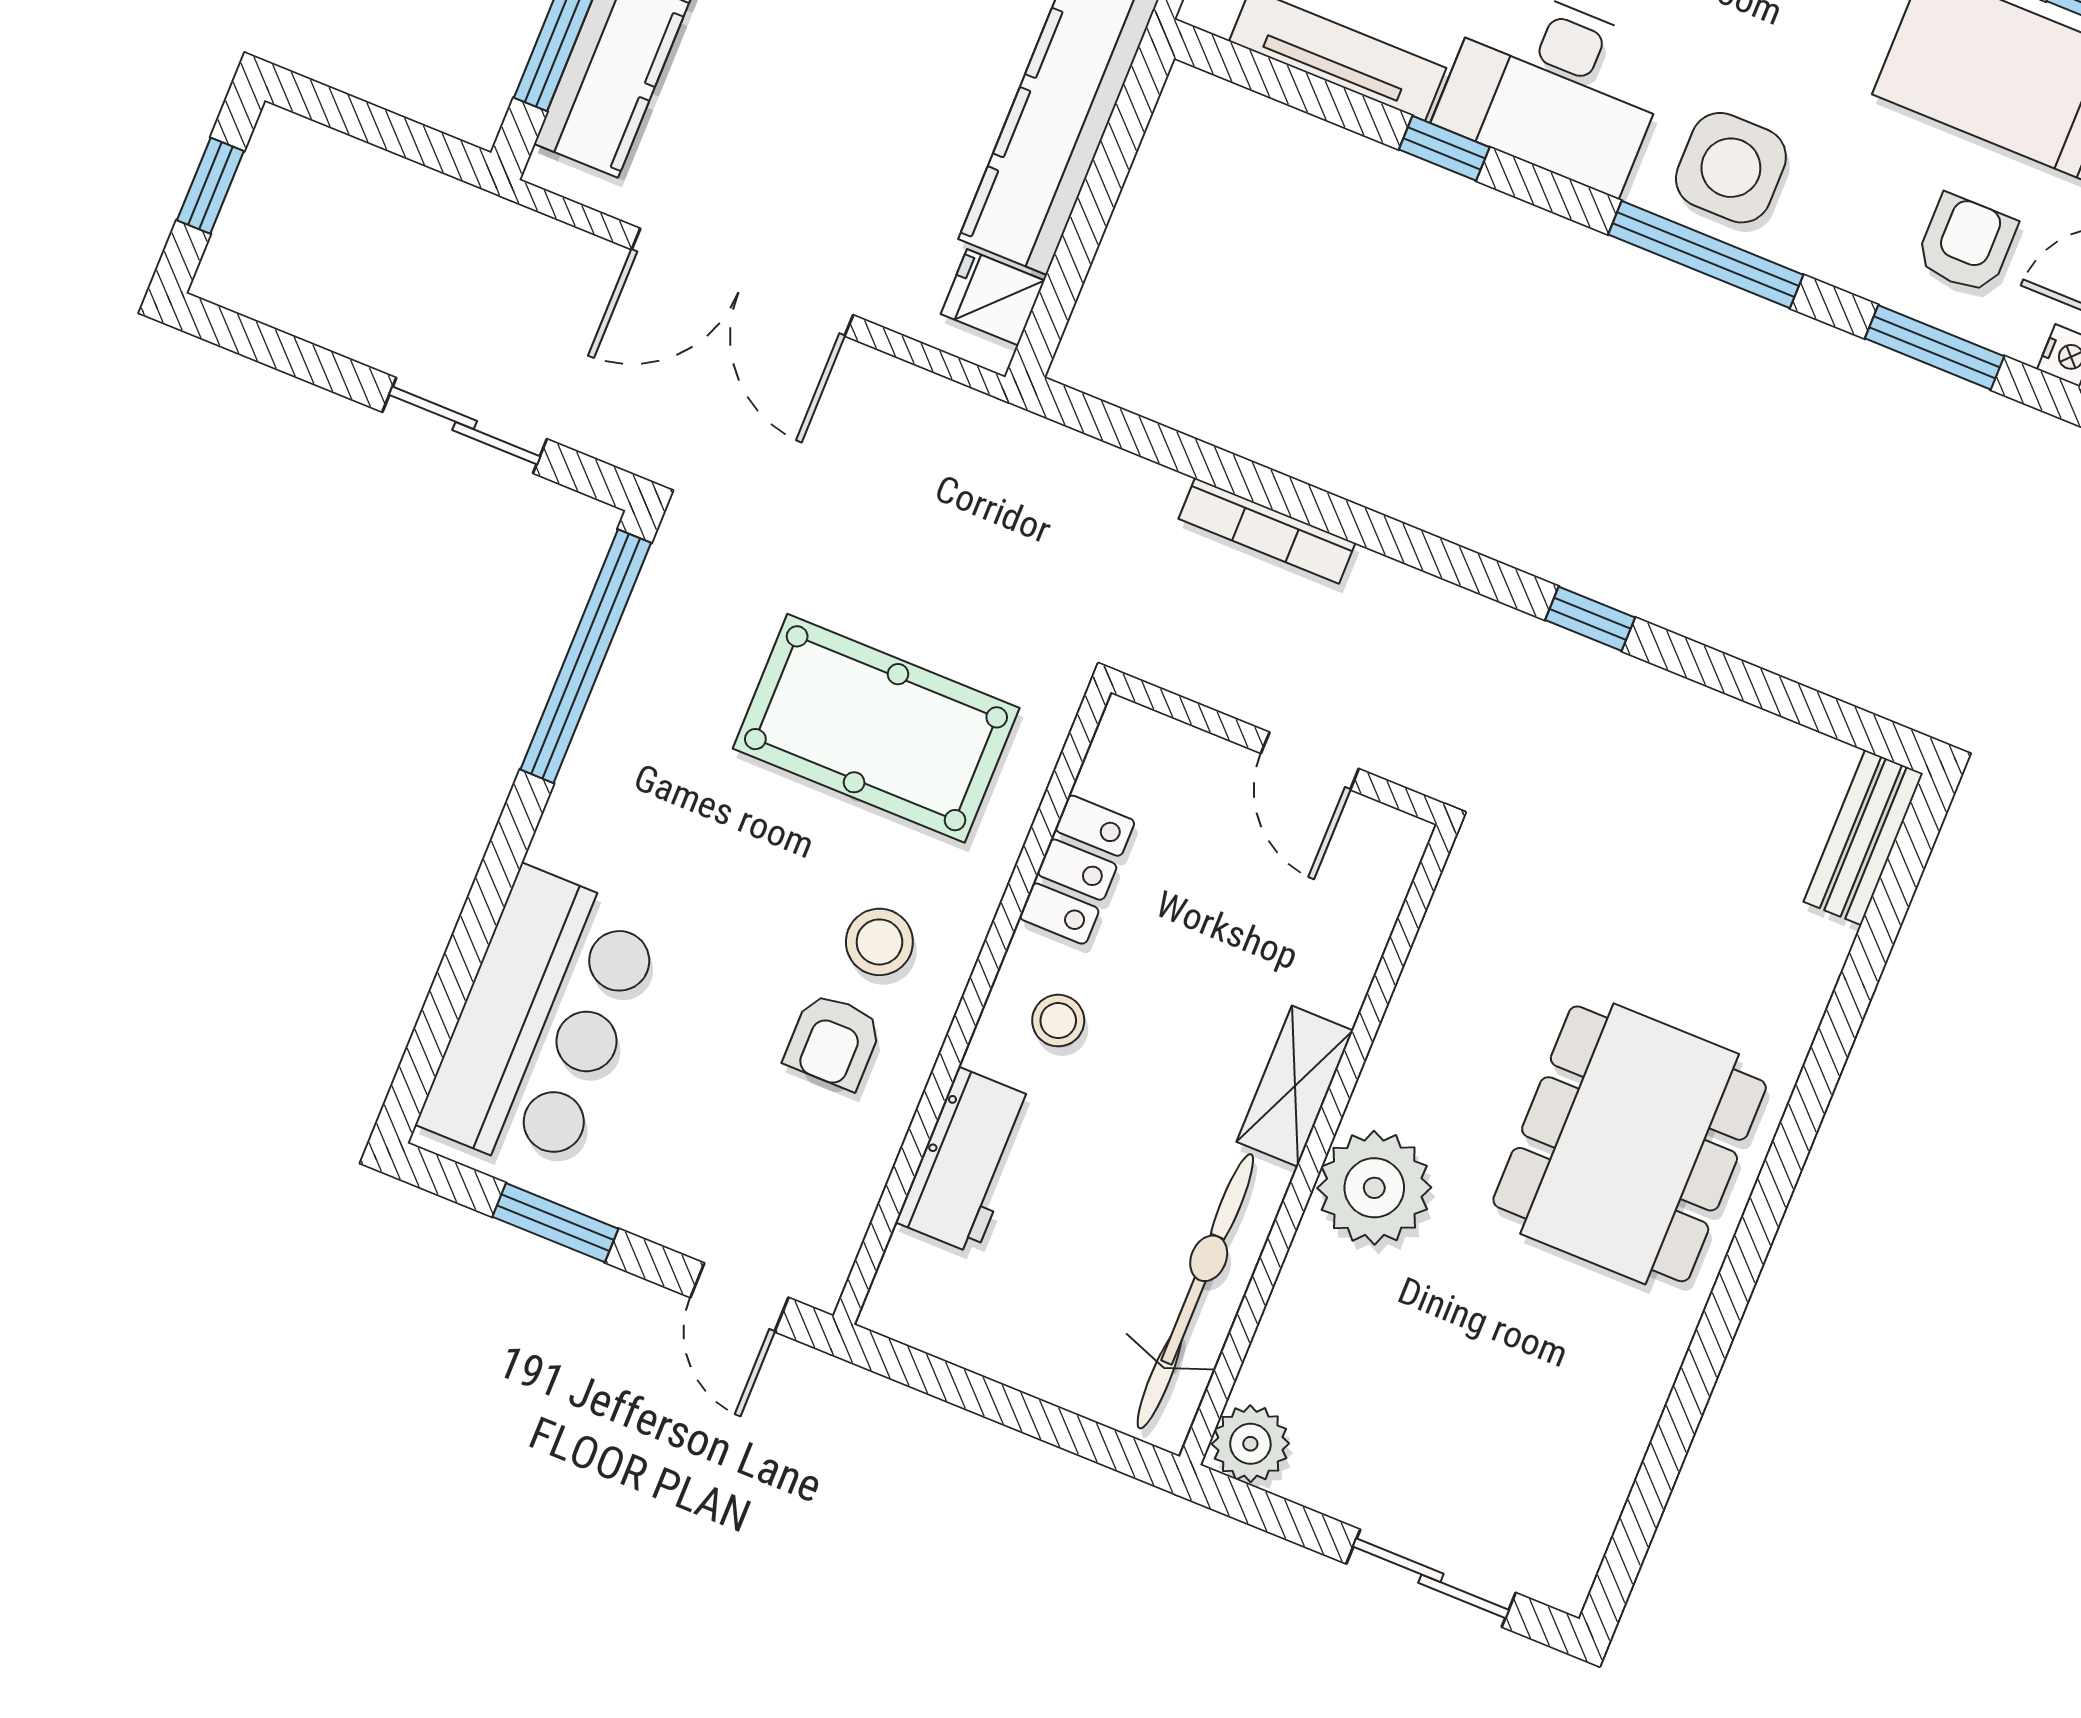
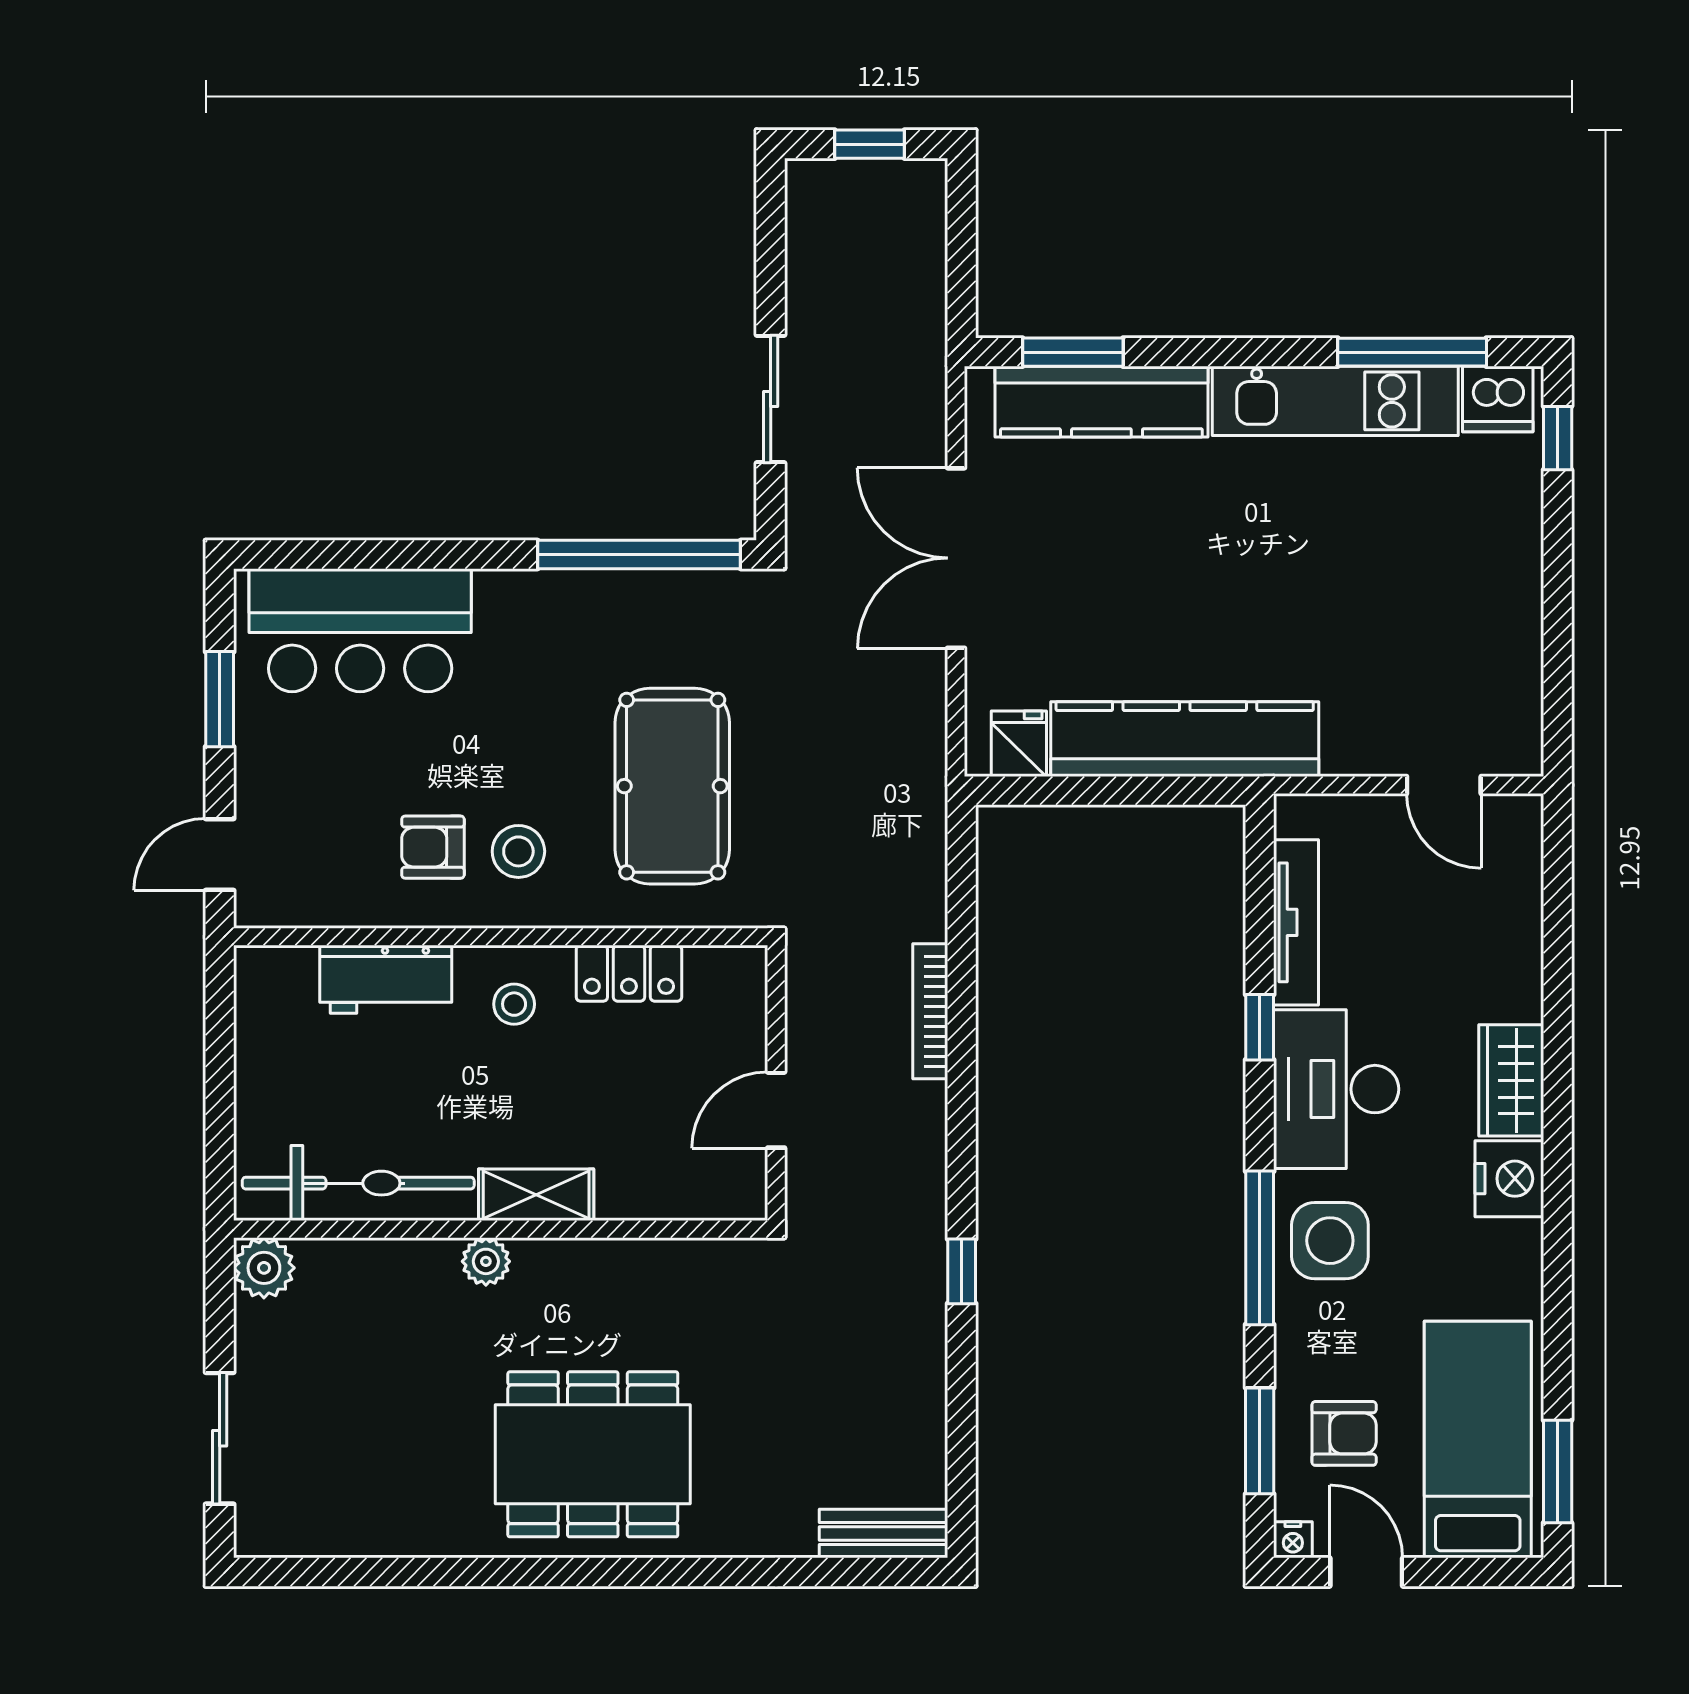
plant: (1374, 1188) -> (486, 1261), width x0.53, depth x0.53

